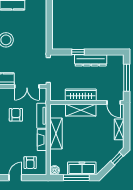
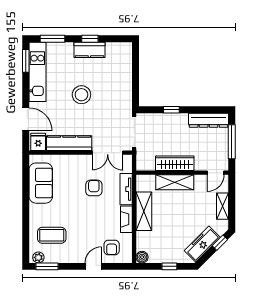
dresser: (91, 60) -> (209, 120), moved
door: (114, 102) -> (216, 173), hinge flipped
freezer: (82, 168) -> (202, 244), moved, turned -45
window: (76, 178) -> (169, 266), width x0.46

